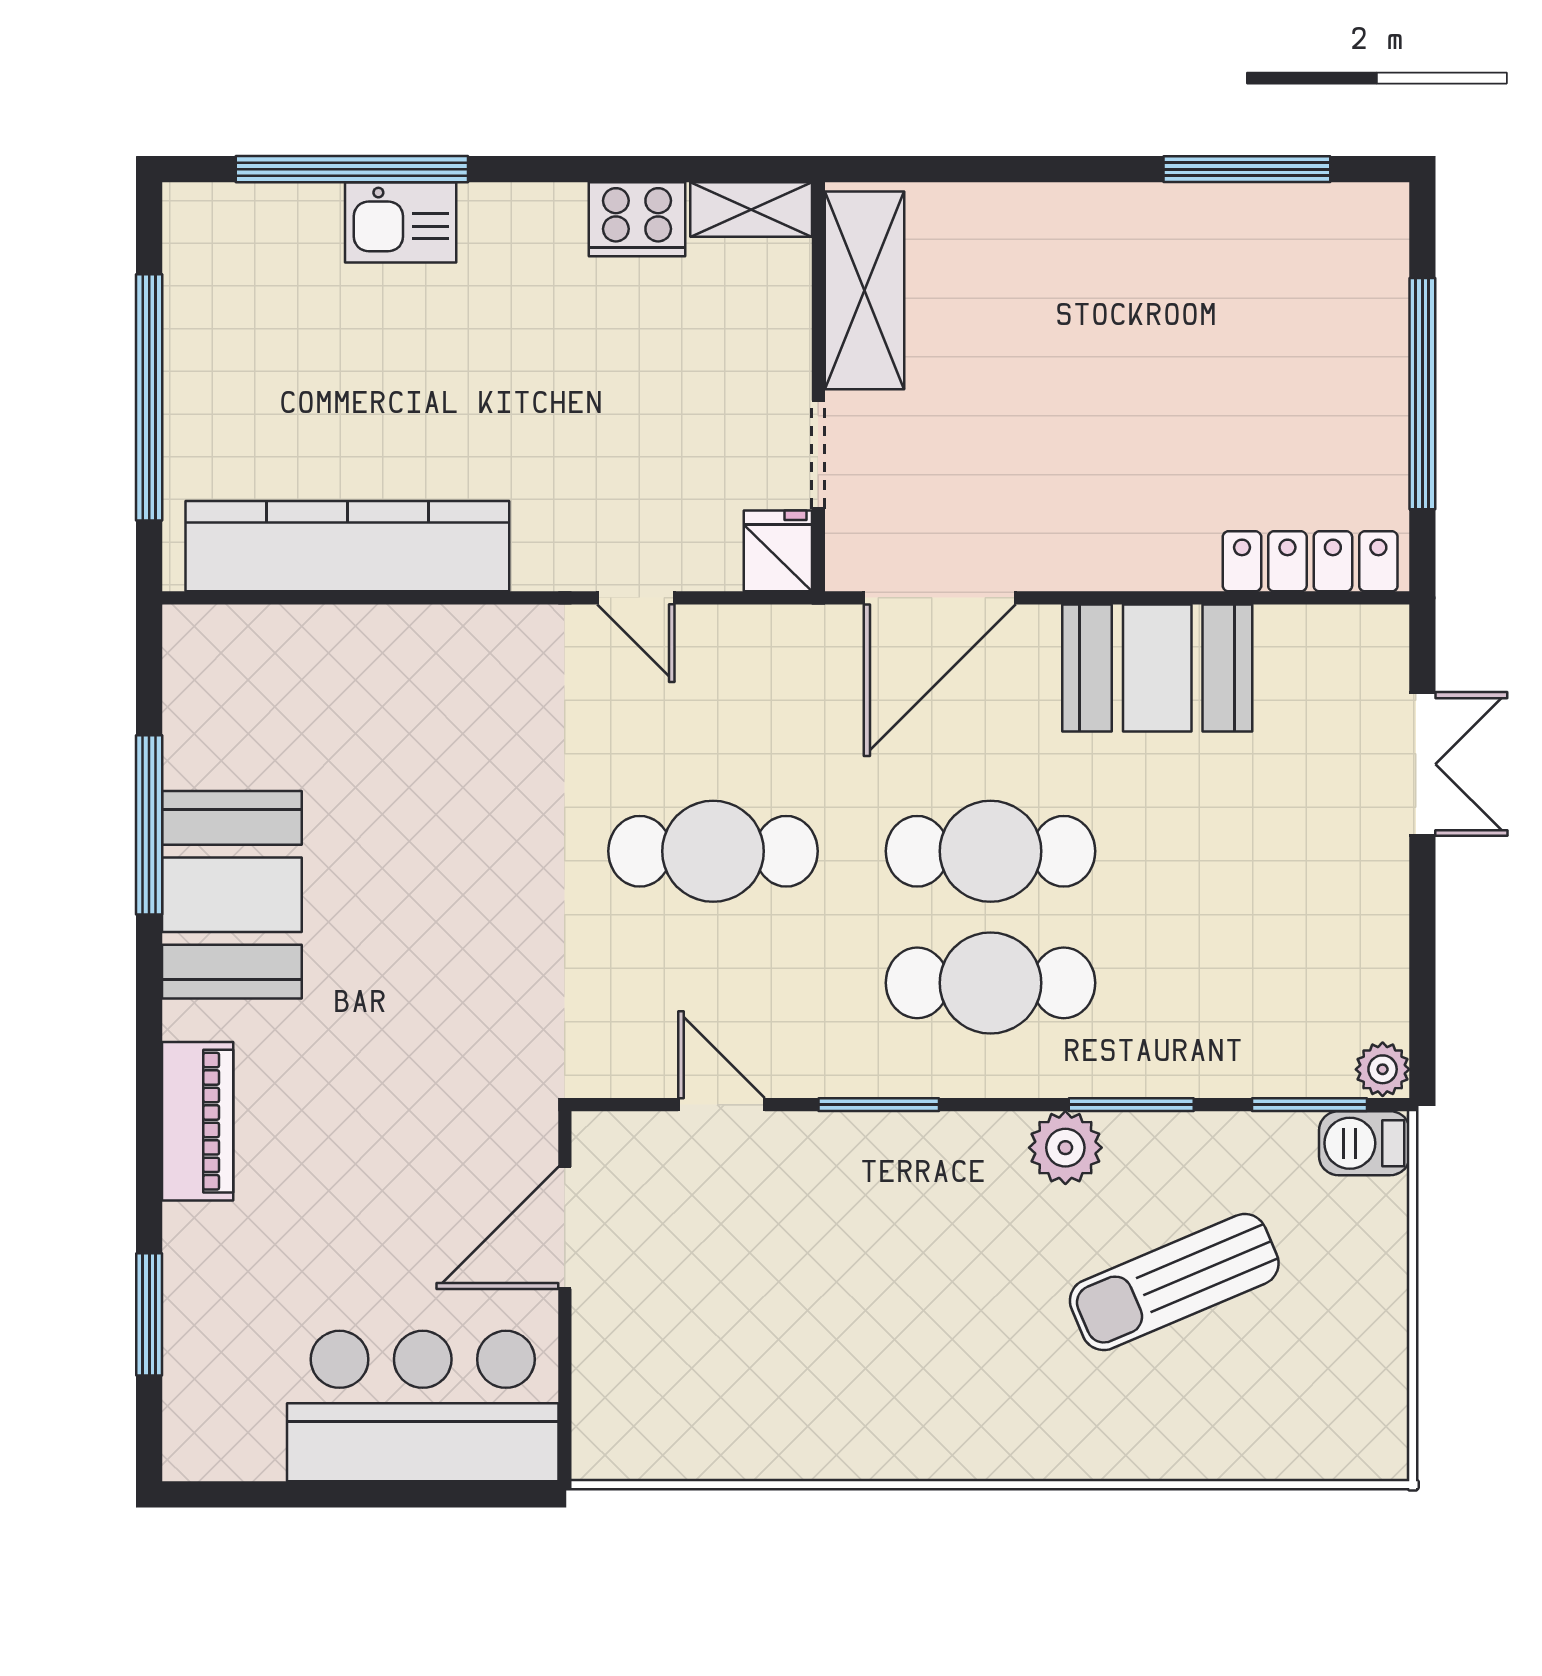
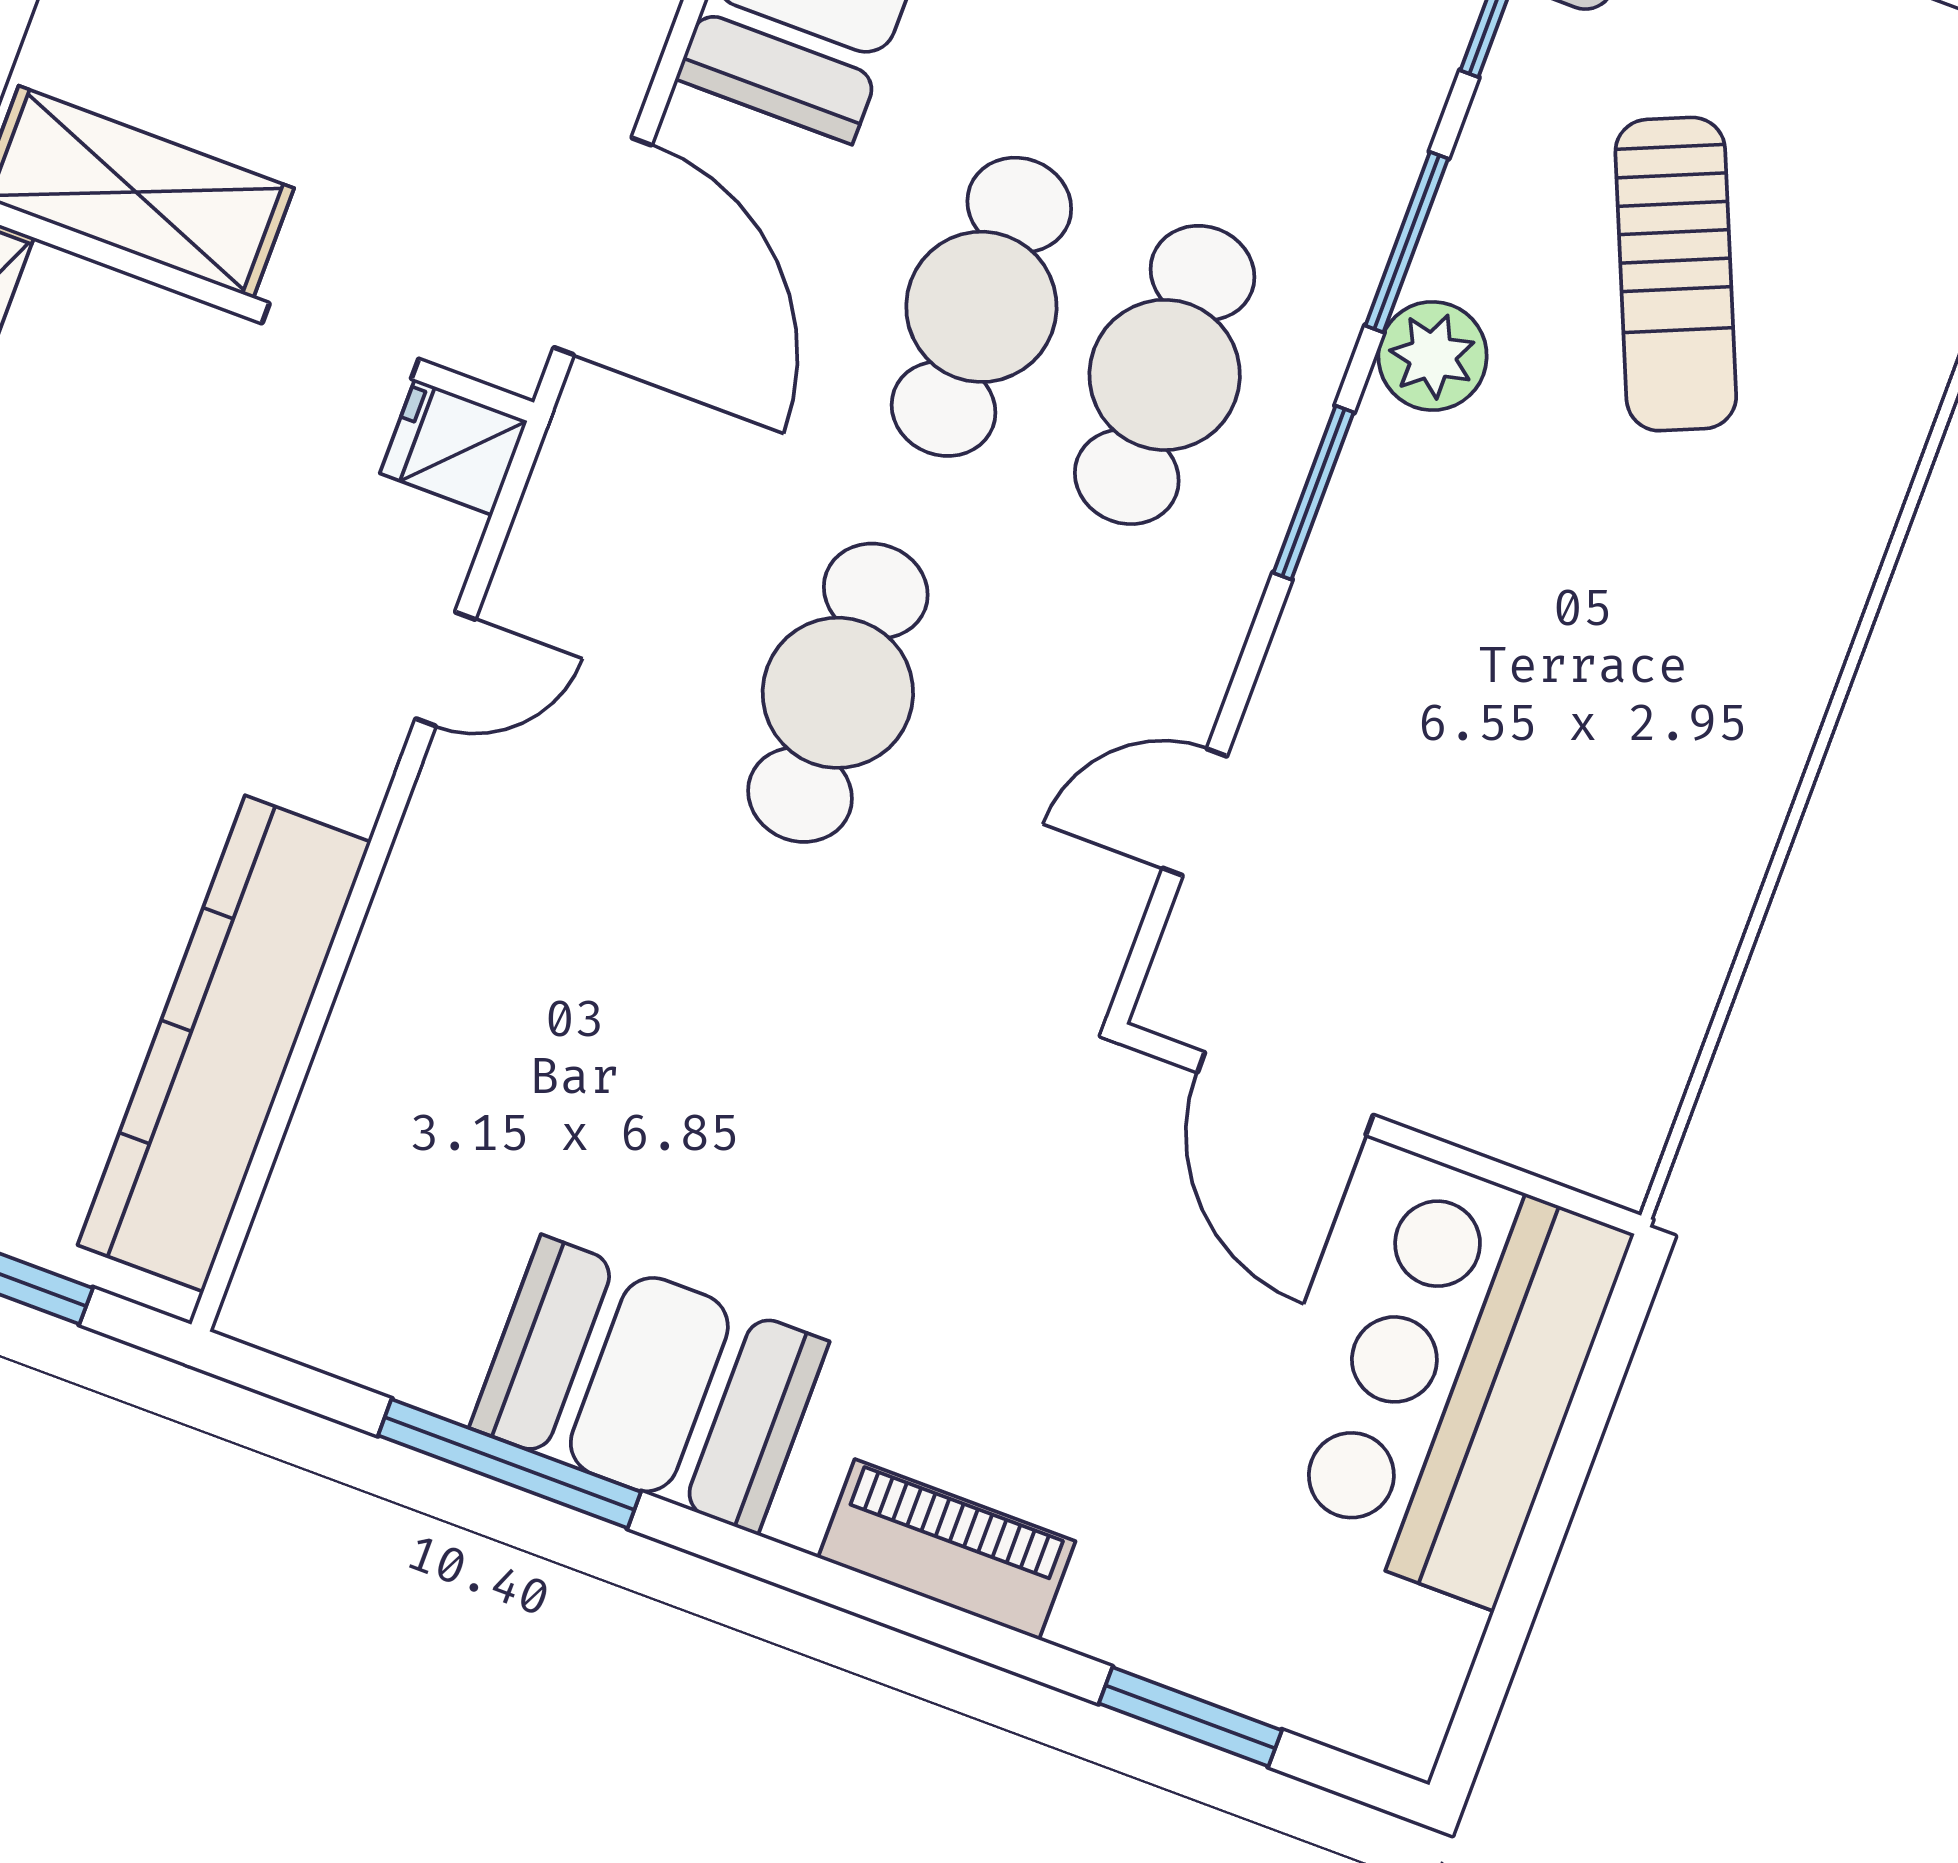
window: (879, 1105) -> (1314, 493), moved

